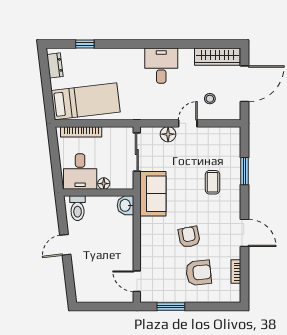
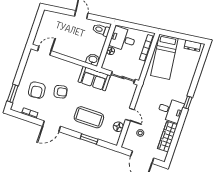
window: (85, 44) -> (188, 102), moved
wardrobe: (217, 57) -> (167, 137), moved
floor lamp: (168, 134) -> (118, 127), moved
coffee table: (213, 182) -> (89, 117), width x1.86, depth x1.72
window: (171, 307) -> (13, 93), moved

